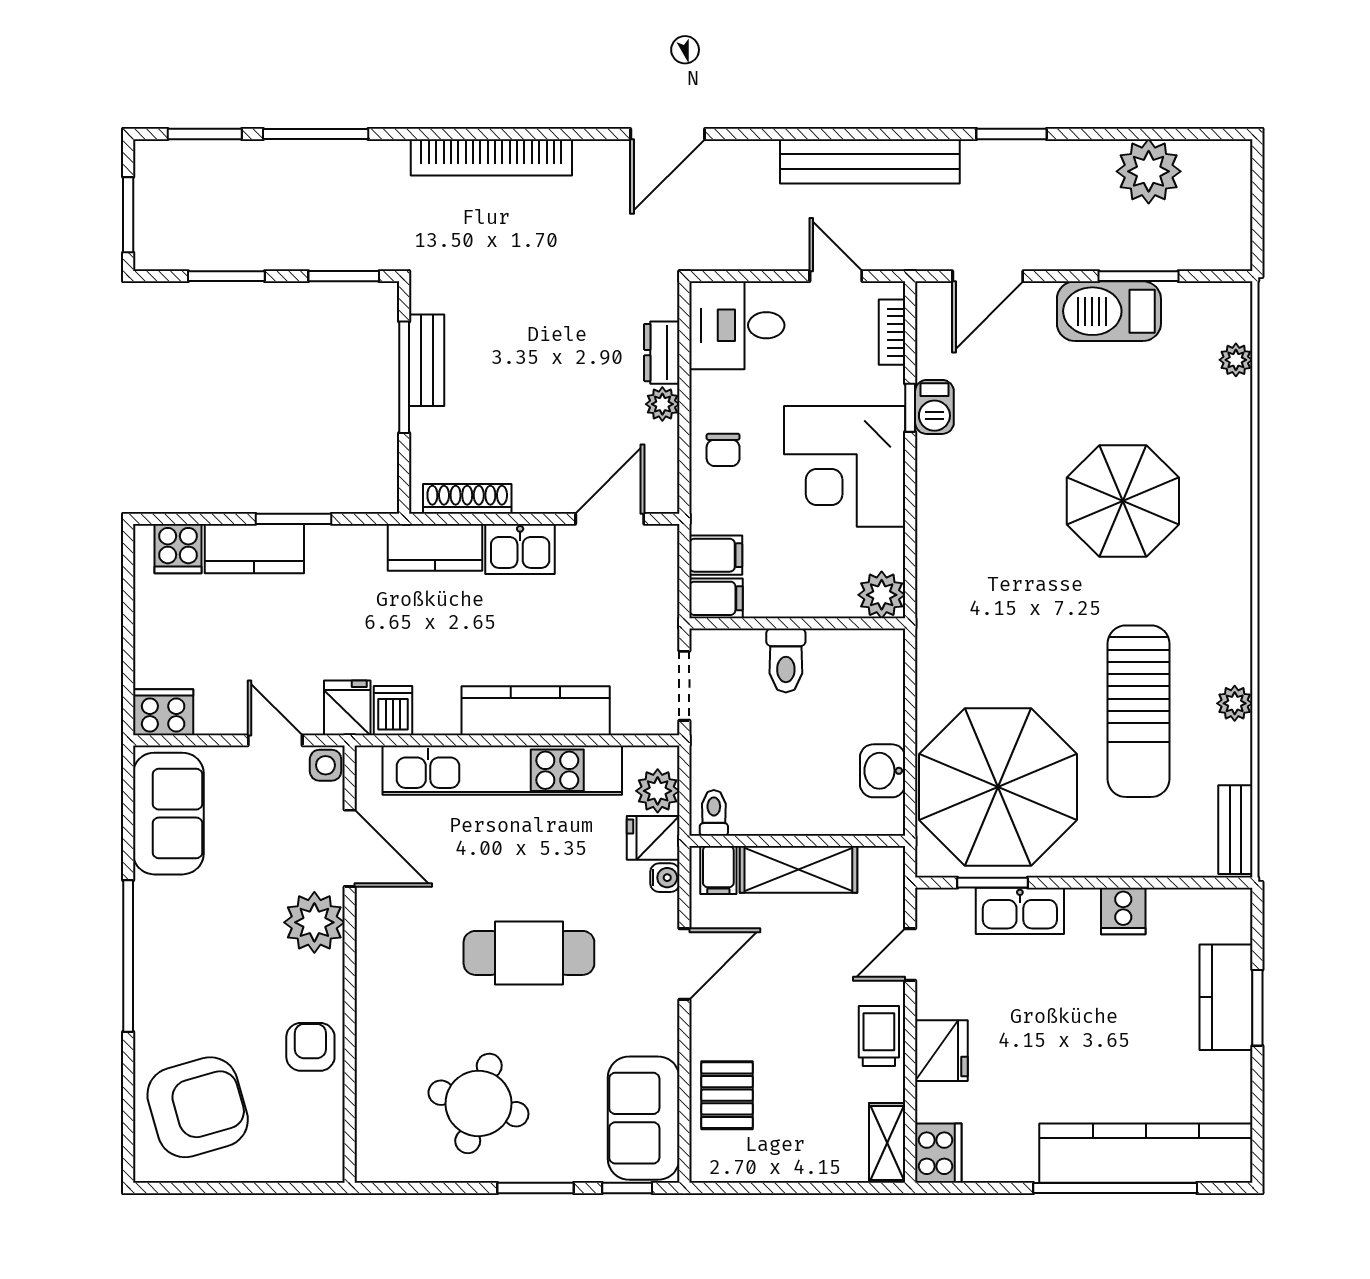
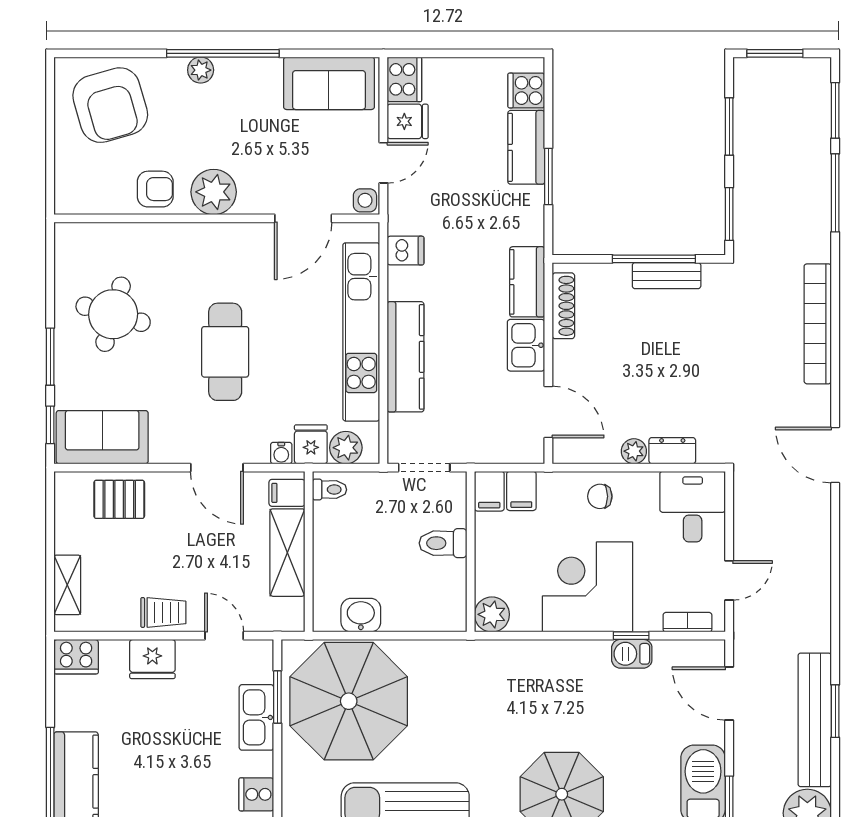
bench: (870, 161) -> (815, 720), moved
fridge: (347, 708) -> (408, 121), moved
plant: (314, 922) -> (214, 192), moved
plant: (151, 986) -> (201, 70), added
shelving: (887, 1143) -> (67, 585), moved, turned 90

